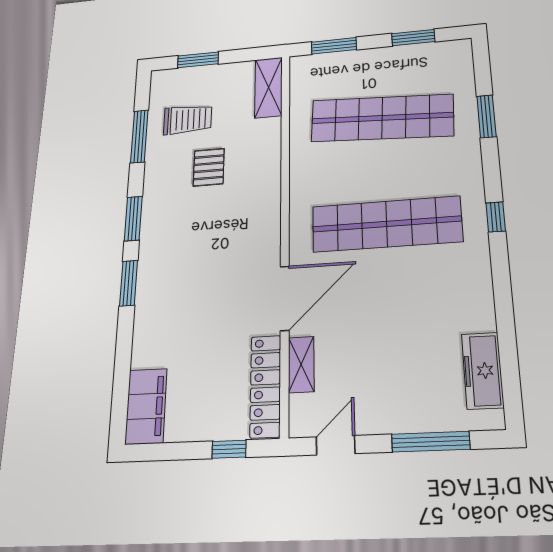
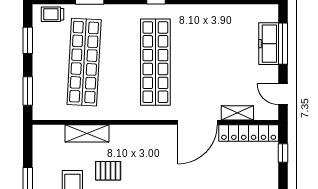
trolley: (457, 66) -> (52, 14), added
shelving: (269, 87) -> (87, 133), moved
door: (285, 298) -> (197, 122), swing flipped
freezer: (482, 371) -> (269, 44), moved, turned 90

